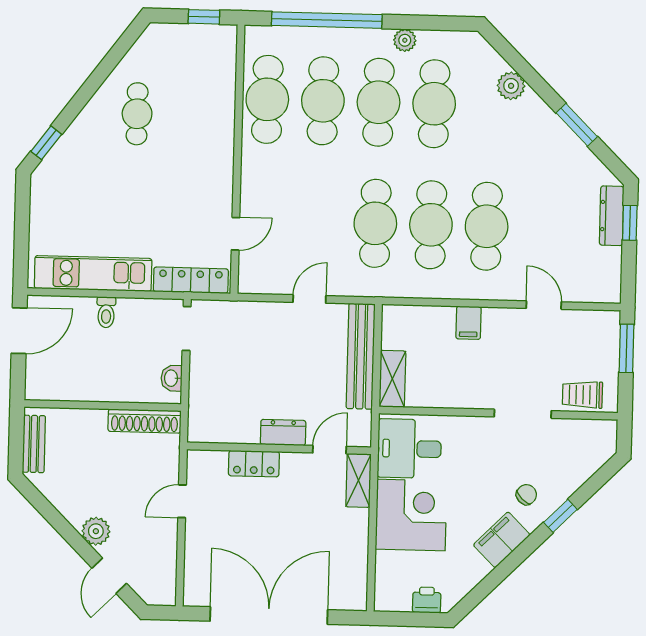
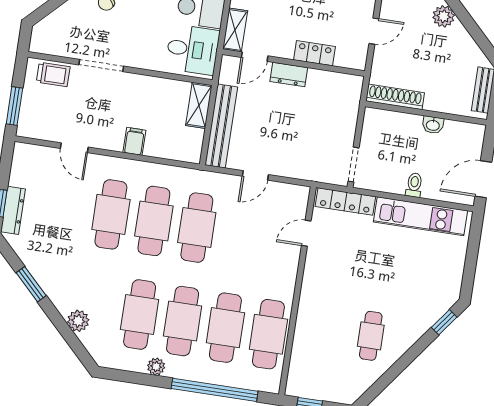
washbasin: (172, 378) -> (433, 125), moved, turned 90

